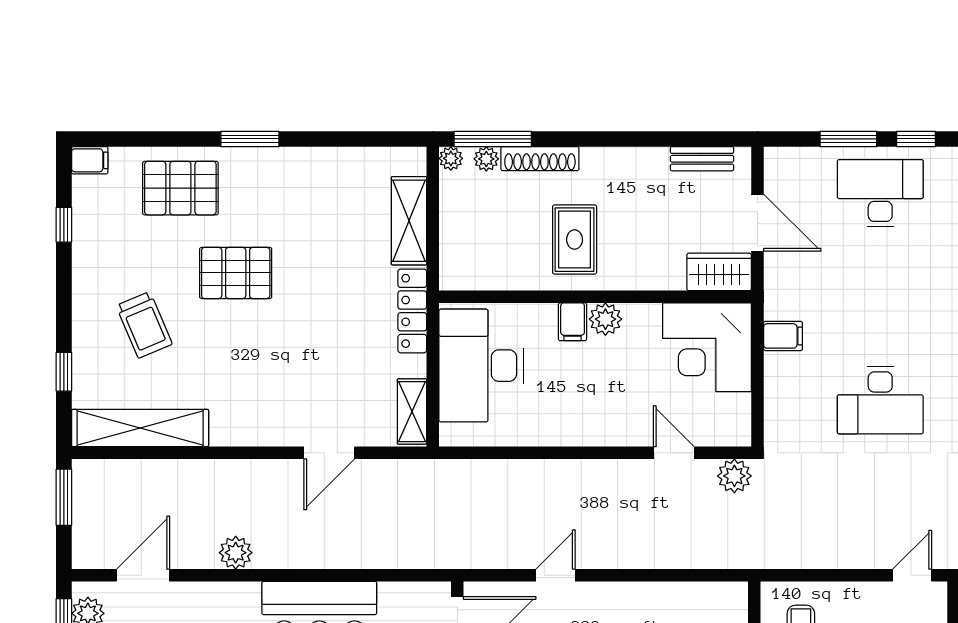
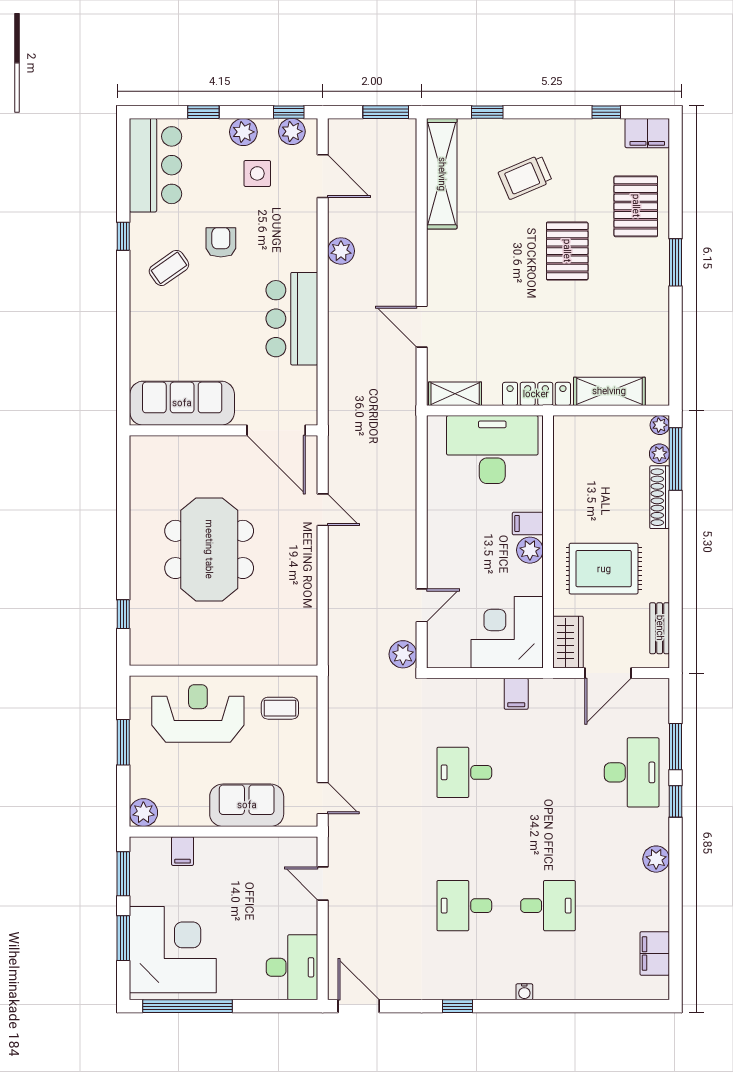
filing cabinet: (90, 160) -> (647, 133), width x2.00
rug: (575, 240) -> (604, 569), moved, width x1.36, depth x1.43
desk: (880, 400) -> (464, 772), width x0.73

